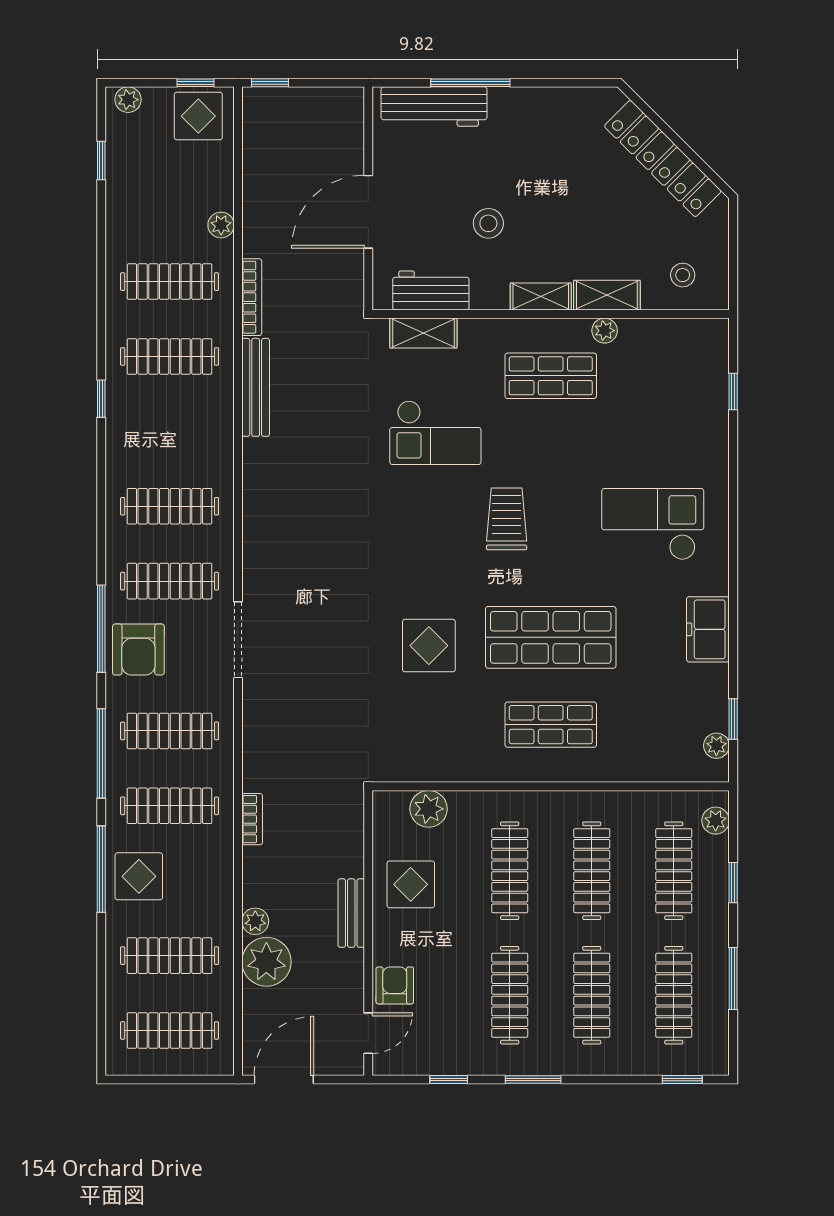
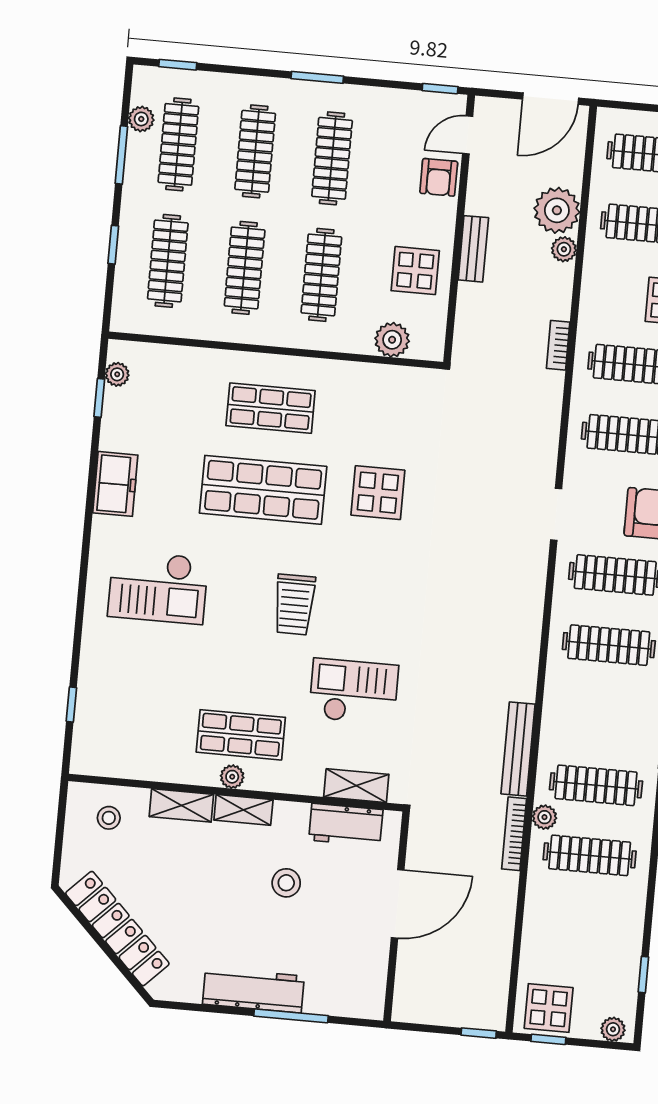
workbench: (434, 106) -> (253, 990), moved
plant: (221, 225) -> (545, 817), moved
plant: (605, 331) -> (232, 777), moved
doorway: (238, 640) -> (556, 514), width x0.73
plant: (716, 821) -> (141, 119), moved
window: (449, 1080) -> (440, 89), moved

